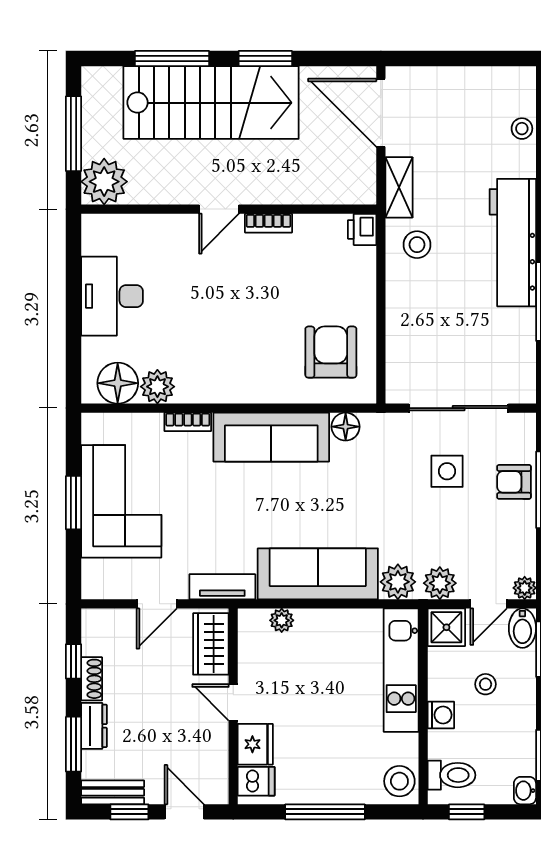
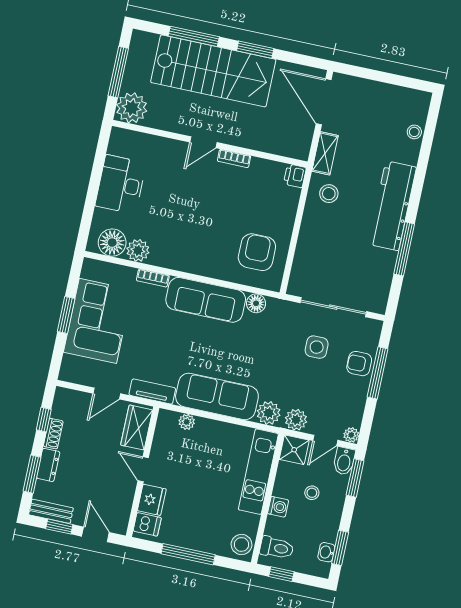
washbasin: (525, 791) -> (326, 552), moved

